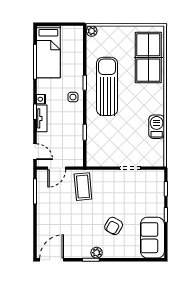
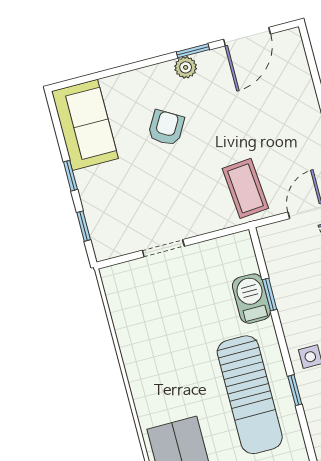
barbecue: (157, 127) -> (251, 299), moved, turned 180
door: (52, 260) -> (247, 37), moved

